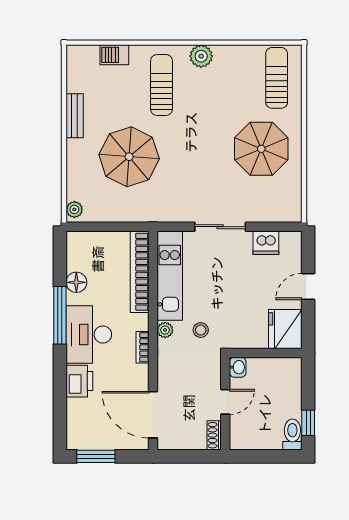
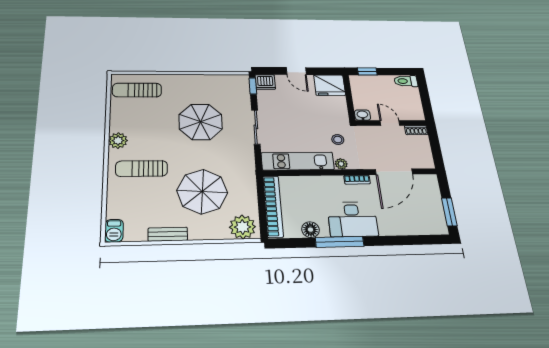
barbecue: (114, 55) -> (114, 231), moved
parasol: (261, 149) -> (201, 122), moved
plant: (74, 209) -> (243, 227), width x1.88, depth x1.88
window: (284, 227) -> (253, 86), added
dishwasher: (266, 243) -> (265, 82), moved, turned 90
bookcase: (140, 272) -> (273, 206), moved, turned -90
printer: (79, 381) -> (392, 226), removed
door: (153, 415) -> (394, 172), moved
window: (308, 423) -> (367, 71), moved

